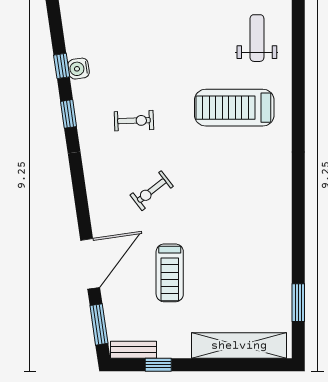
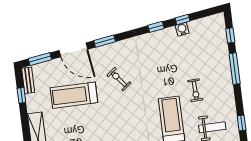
exercise bike: (134, 121) -> (195, 90), moved
window: (82, 207) -> (105, 41), added
treadmill: (170, 273) -> (74, 95), width x1.37, depth x1.38

